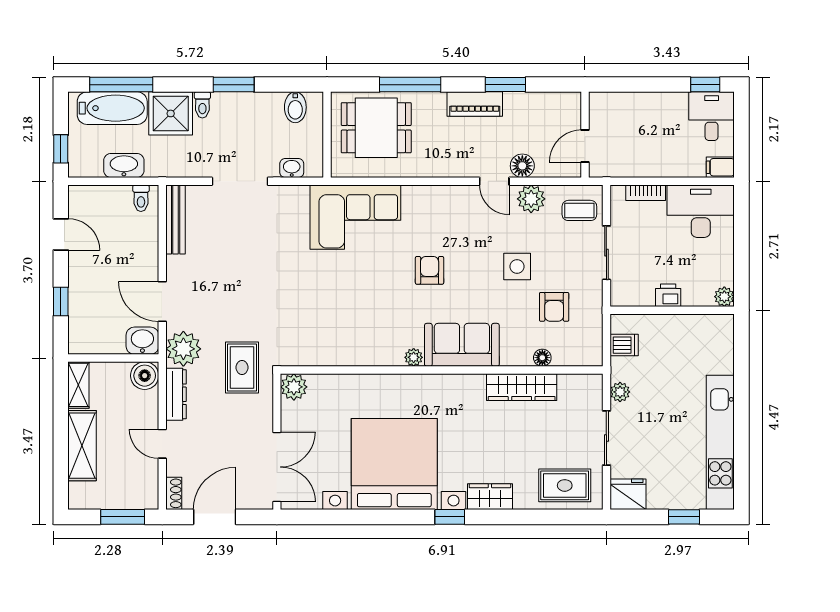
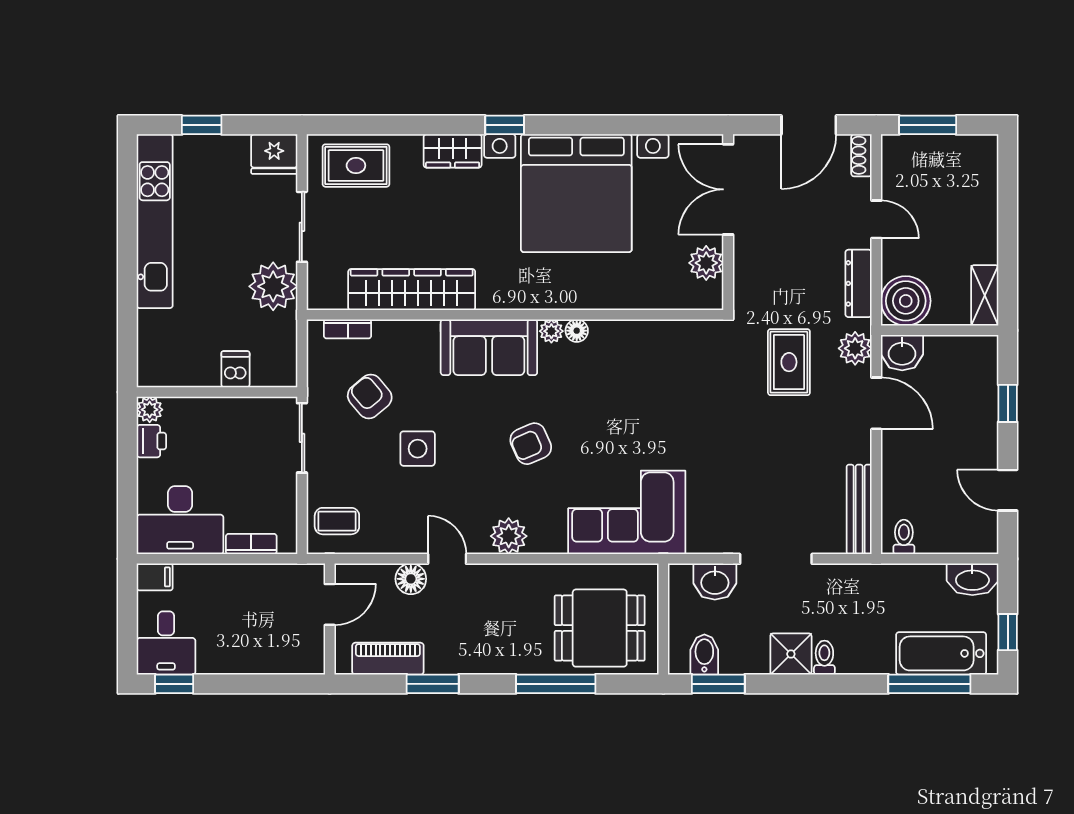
window: (234, 85) -> (718, 684), moved
piano: (475, 104) -> (388, 659), moved
shower: (171, 113) -> (791, 654), moved, width x0.73, depth x0.73
window: (61, 149) -> (1008, 632), moved
washbasin: (124, 165) -> (972, 579), moved
washbasin: (292, 168) -> (715, 582), width x1.38, depth x1.45
plant: (531, 199) -> (509, 536), moved
sliding door: (606, 253) -> (302, 438), moved
armchair: (430, 270) -> (531, 444), turned 66
printer: (668, 295) -> (151, 441), moved, turned -90
armchair: (554, 307) -> (370, 396), turned -40
dishwasher: (624, 345) -> (235, 369), moved, turned 90
plant: (183, 349) -> (855, 348), width x0.73, depth x0.73
floor lamp: (542, 358) -> (577, 331), moved
bookcase: (571, 359) -> (348, 329), added
rug: (242, 367) -> (789, 362), moved
boiler: (145, 376) -> (906, 301), width x1.37, depth x1.37
plant: (294, 387) -> (706, 263), moved
wardrobe: (522, 387) -> (412, 290), width x1.40, depth x1.17
plant: (620, 392) -> (273, 286), width x1.88, depth x1.88
shelving: (82, 446) -> (980, 217), removed

